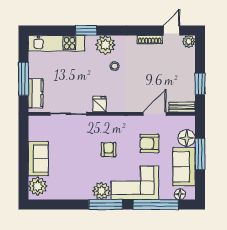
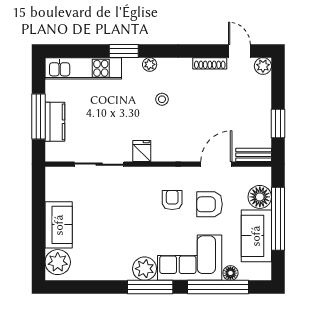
door: (171, 30) -> (239, 51), hinge flipped
plant: (105, 45) -> (150, 64), width x0.53, depth x0.53
kitchen counter: (36, 93) -> (55, 122), moved
armchair: (109, 150) -> (172, 200), moved
window: (200, 154) -> (278, 219), width x1.46
floor lamp: (180, 194) -> (230, 273), moved

